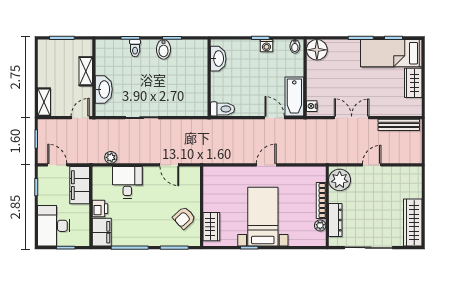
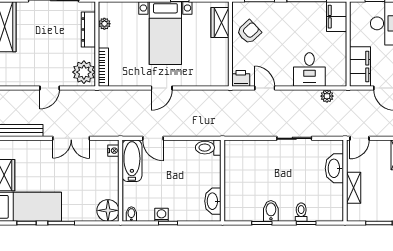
bookcase: (321, 201) -> (103, 67), moved
printer: (100, 209) -> (241, 78), moved, turned 90

